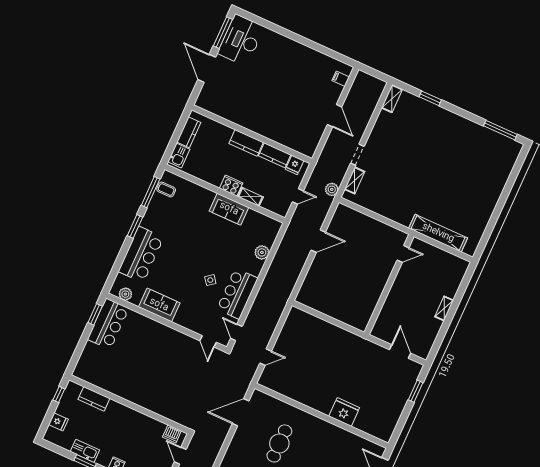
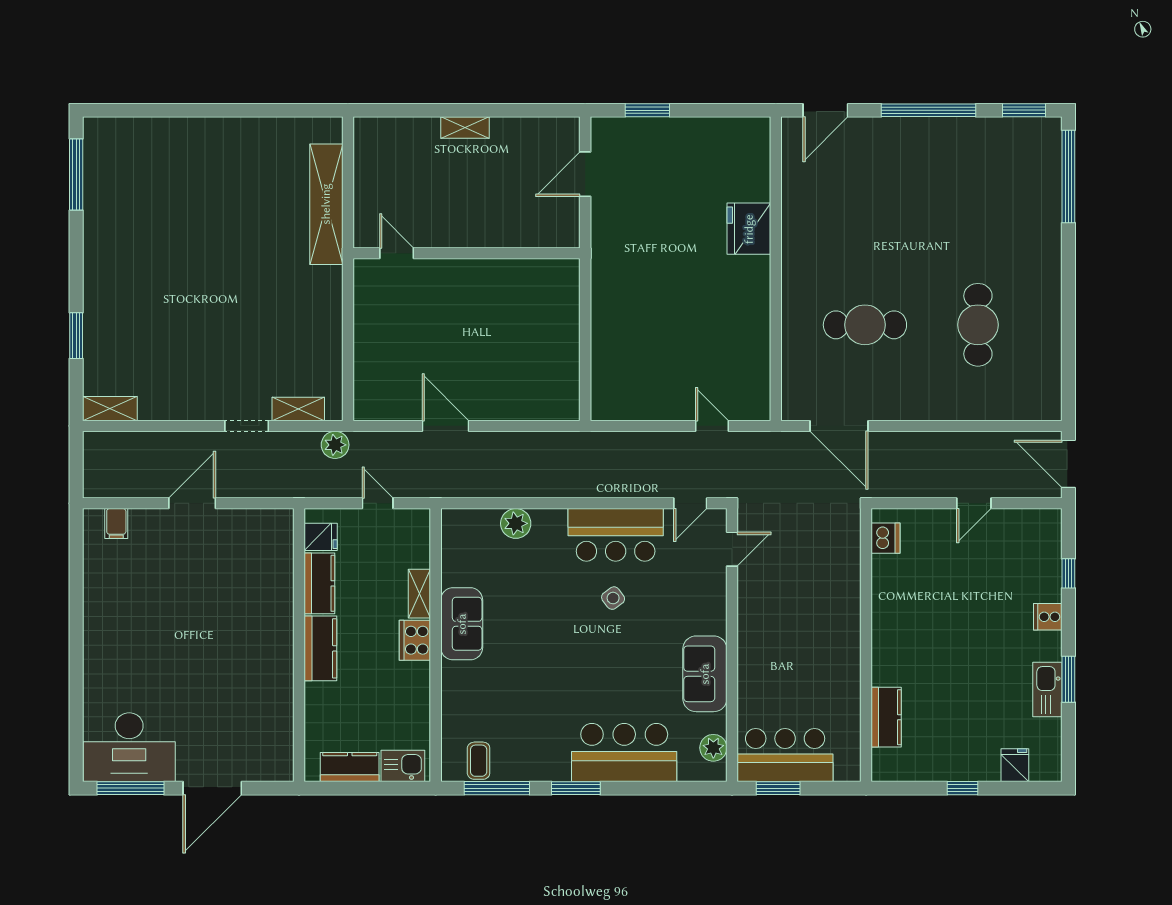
kitchen counter: (94, 399) -> (886, 717), moved
wall: (129, 404) -> (866, 645), moved
dishwasher: (172, 434) -> (885, 538), moved

